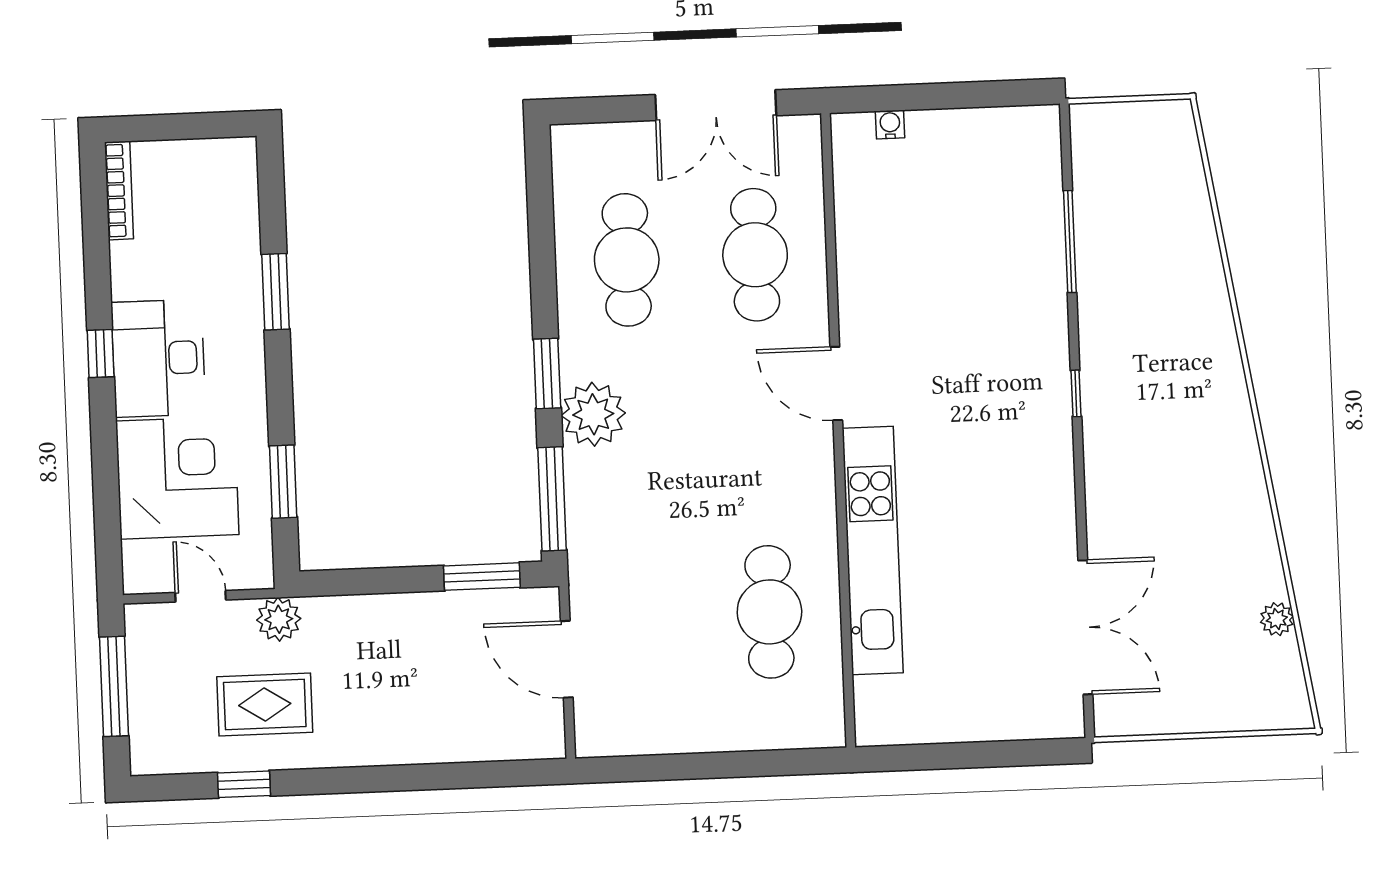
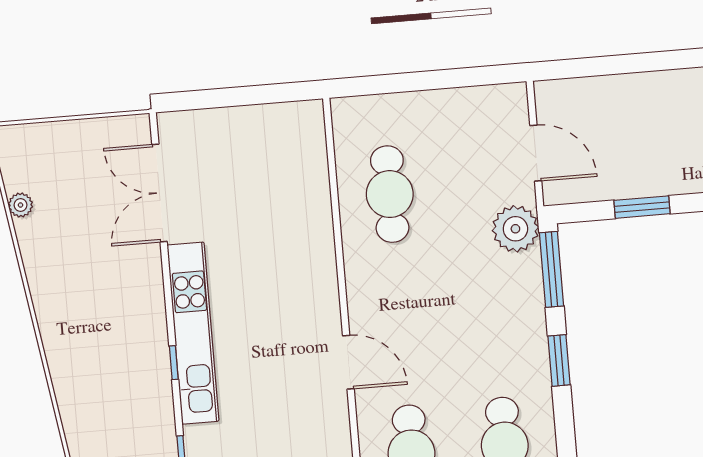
plant: (593, 414) -> (515, 229), moved
kitchen unit: (873, 551) -> (193, 333), moved, turned 180
window: (482, 577) -> (642, 207), moved

